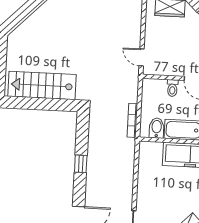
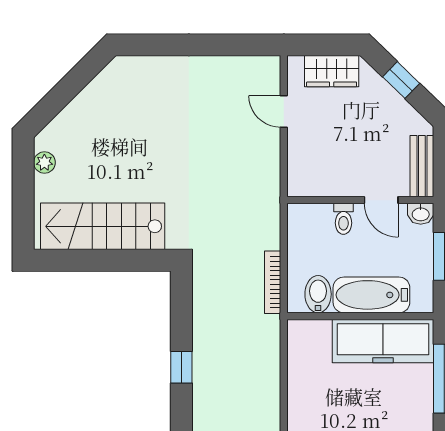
plant: (12, 49) -> (44, 162), added
door: (142, 57) -> (284, 111), moved

